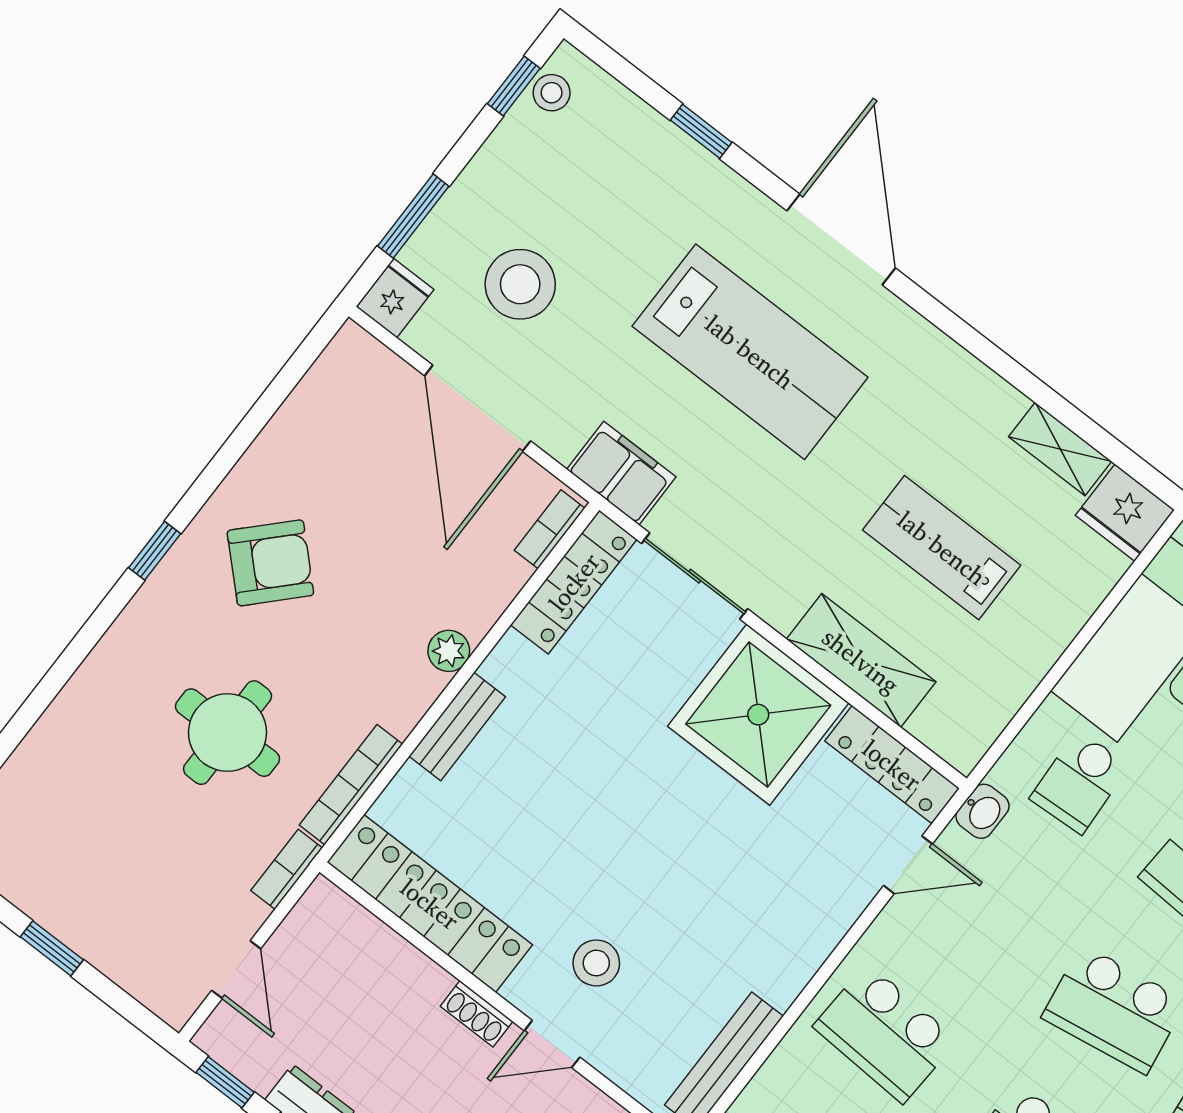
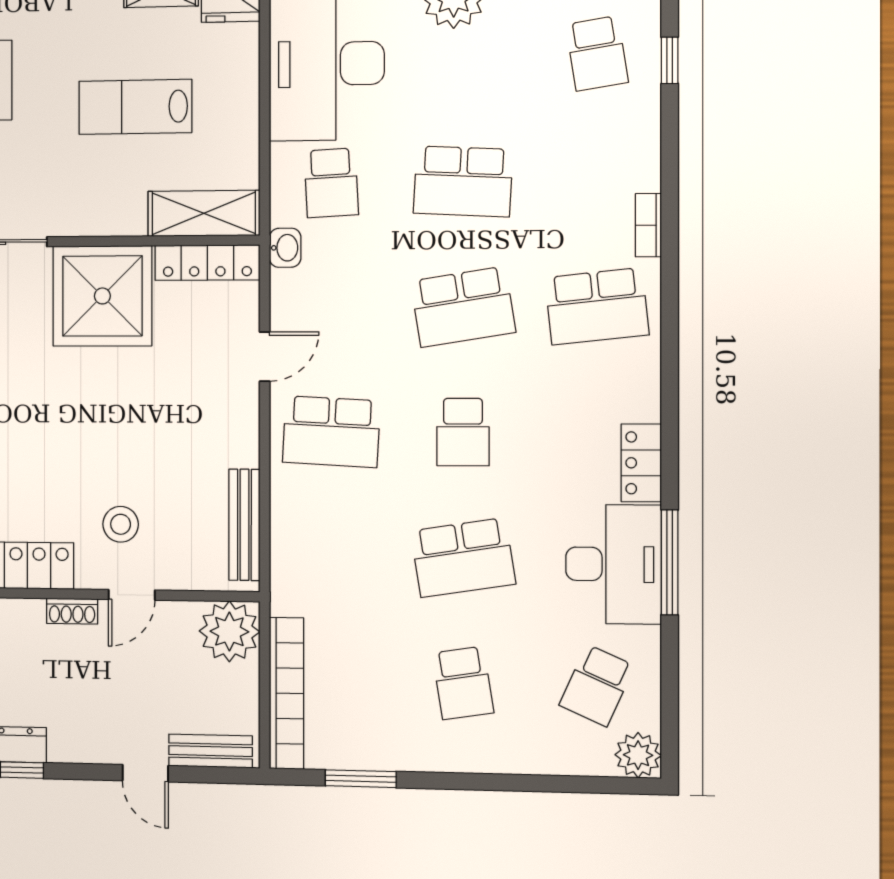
shelving: (861, 661) -> (204, 213), moved
door: (908, 865) -> (265, 357), moved

